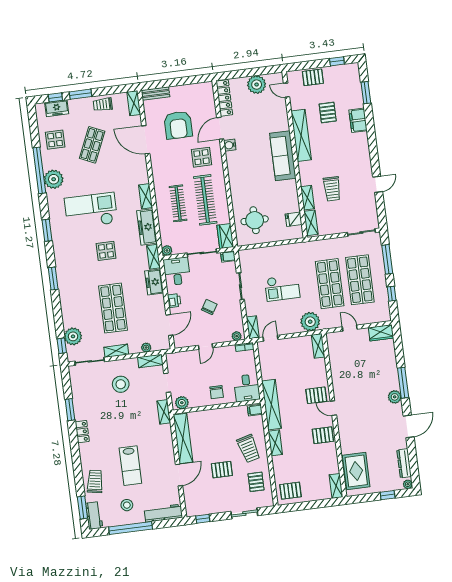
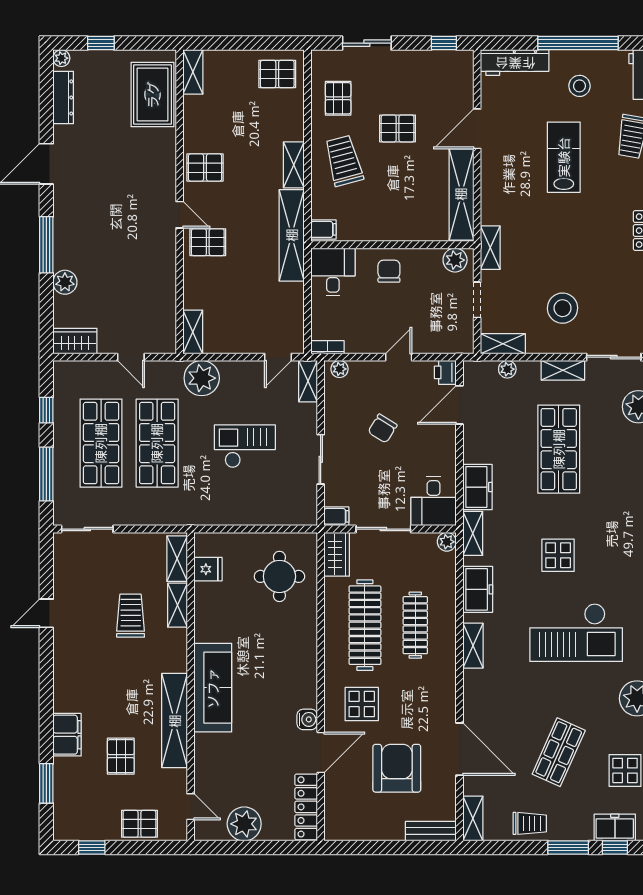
freezer: (147, 227) -> (478, 589), width x0.71
printer: (174, 301) -> (445, 372), moved
plant: (395, 397) -> (65, 282), moved

